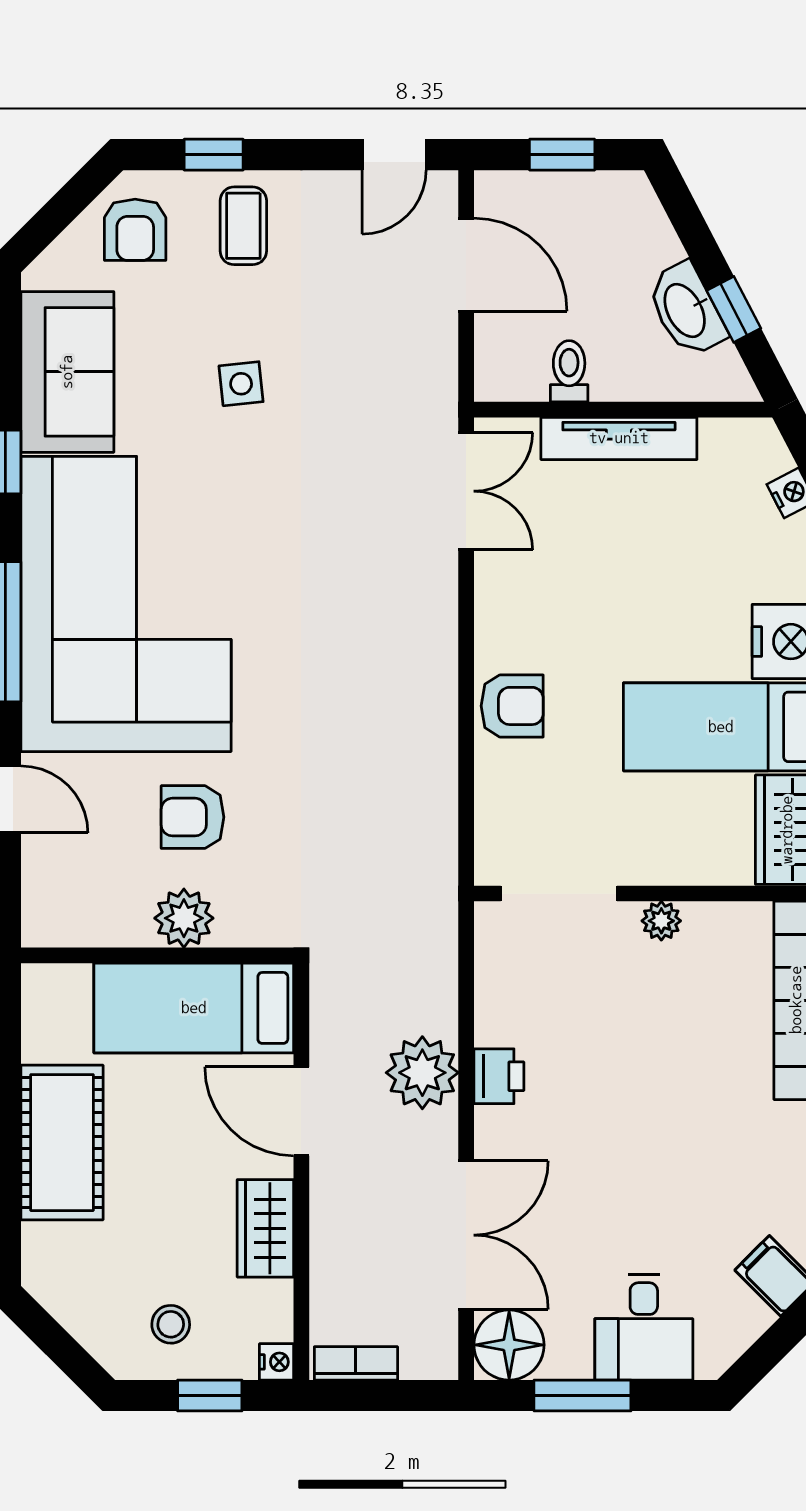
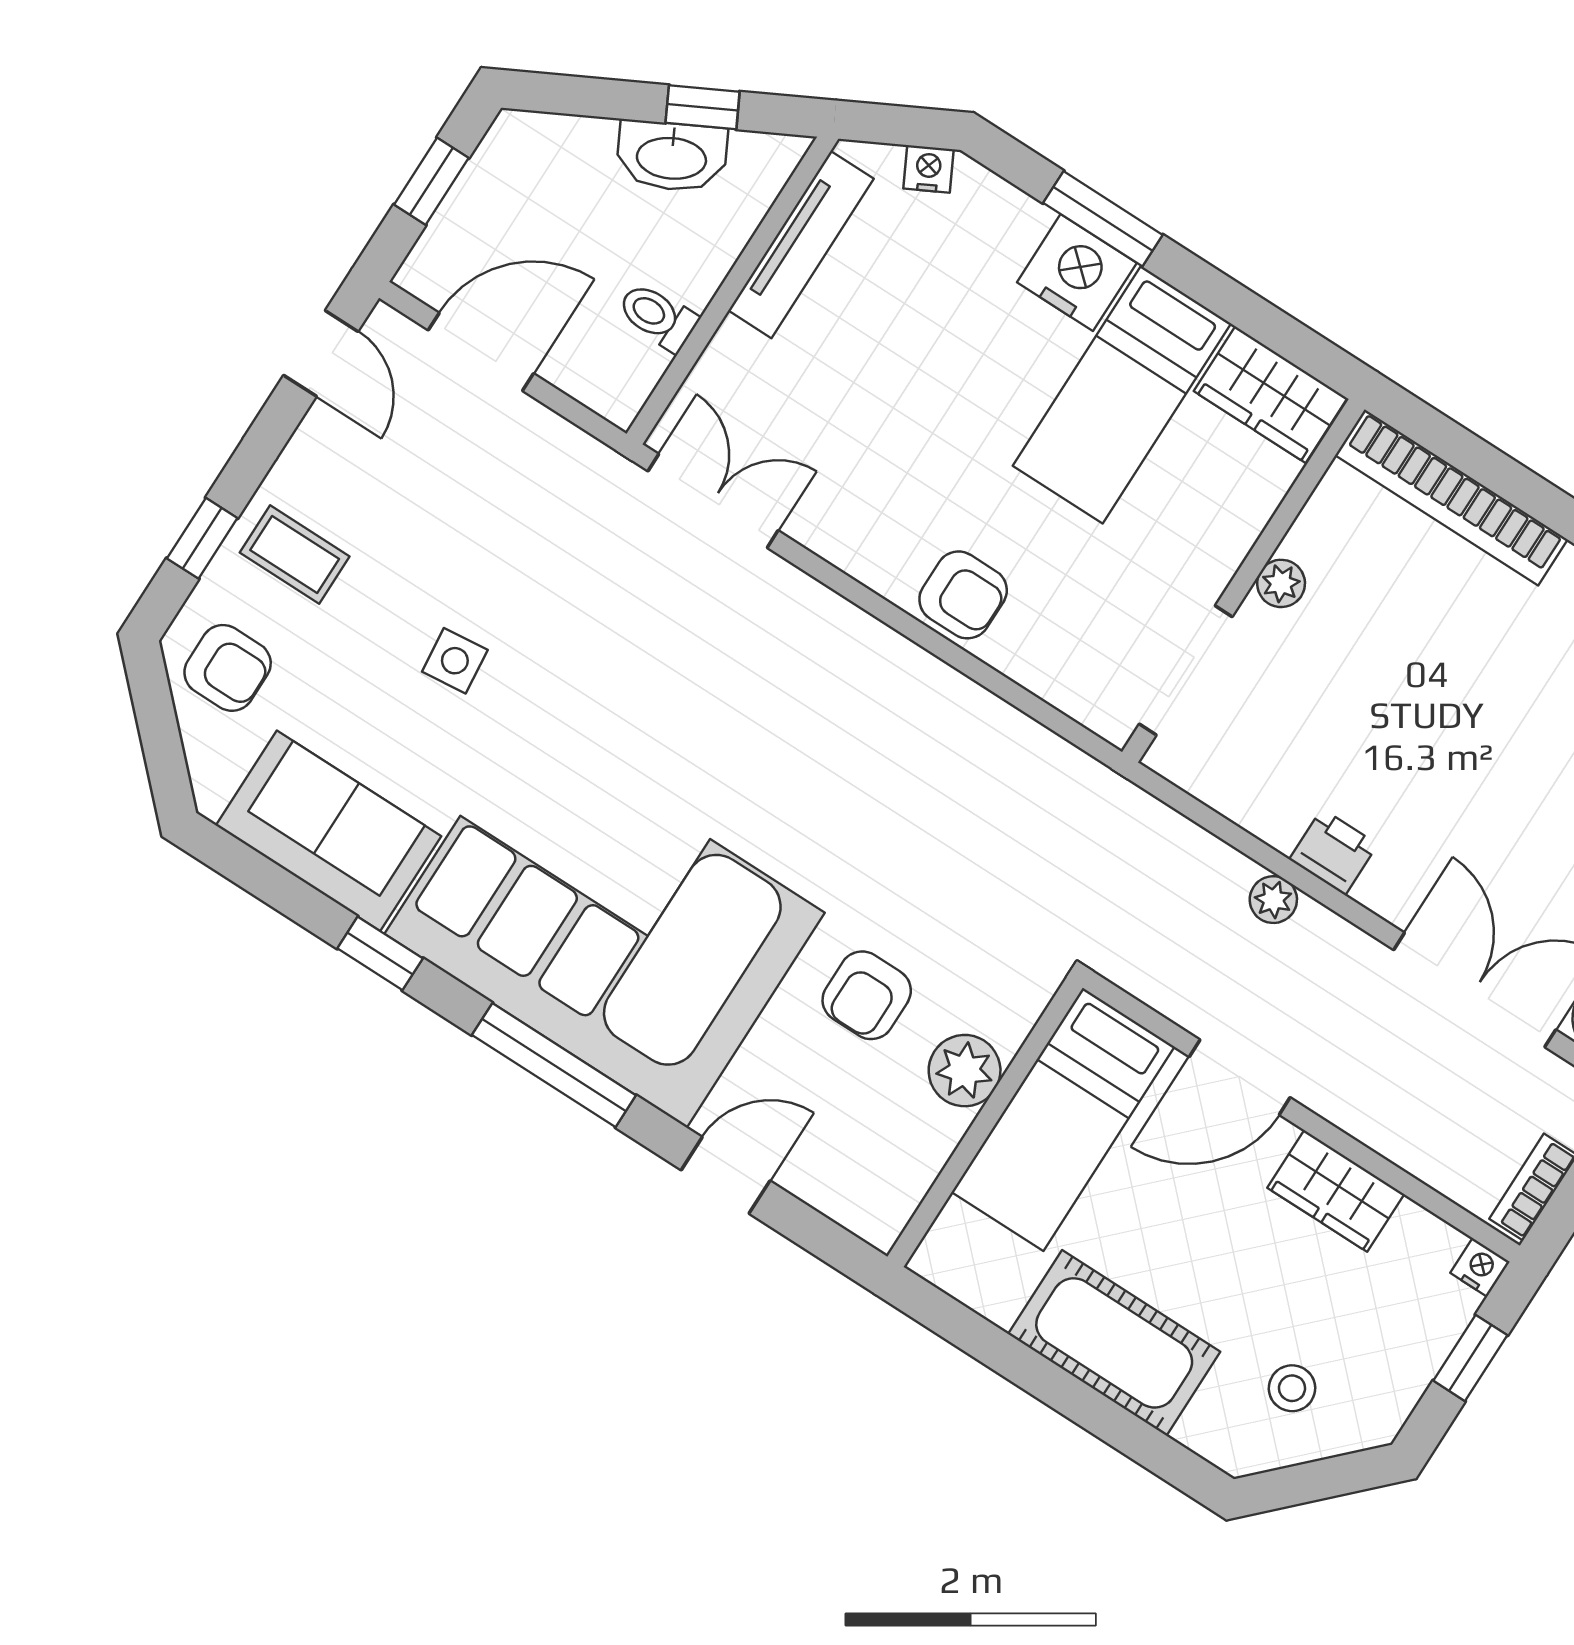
tv unit: (619, 438) -> (801, 245), moved
armchair: (512, 706) -> (963, 595), turned 90
plant: (422, 1073) -> (1273, 900), width x0.53, depth x0.53
stool: (171, 1324) -> (1292, 1388), moved

